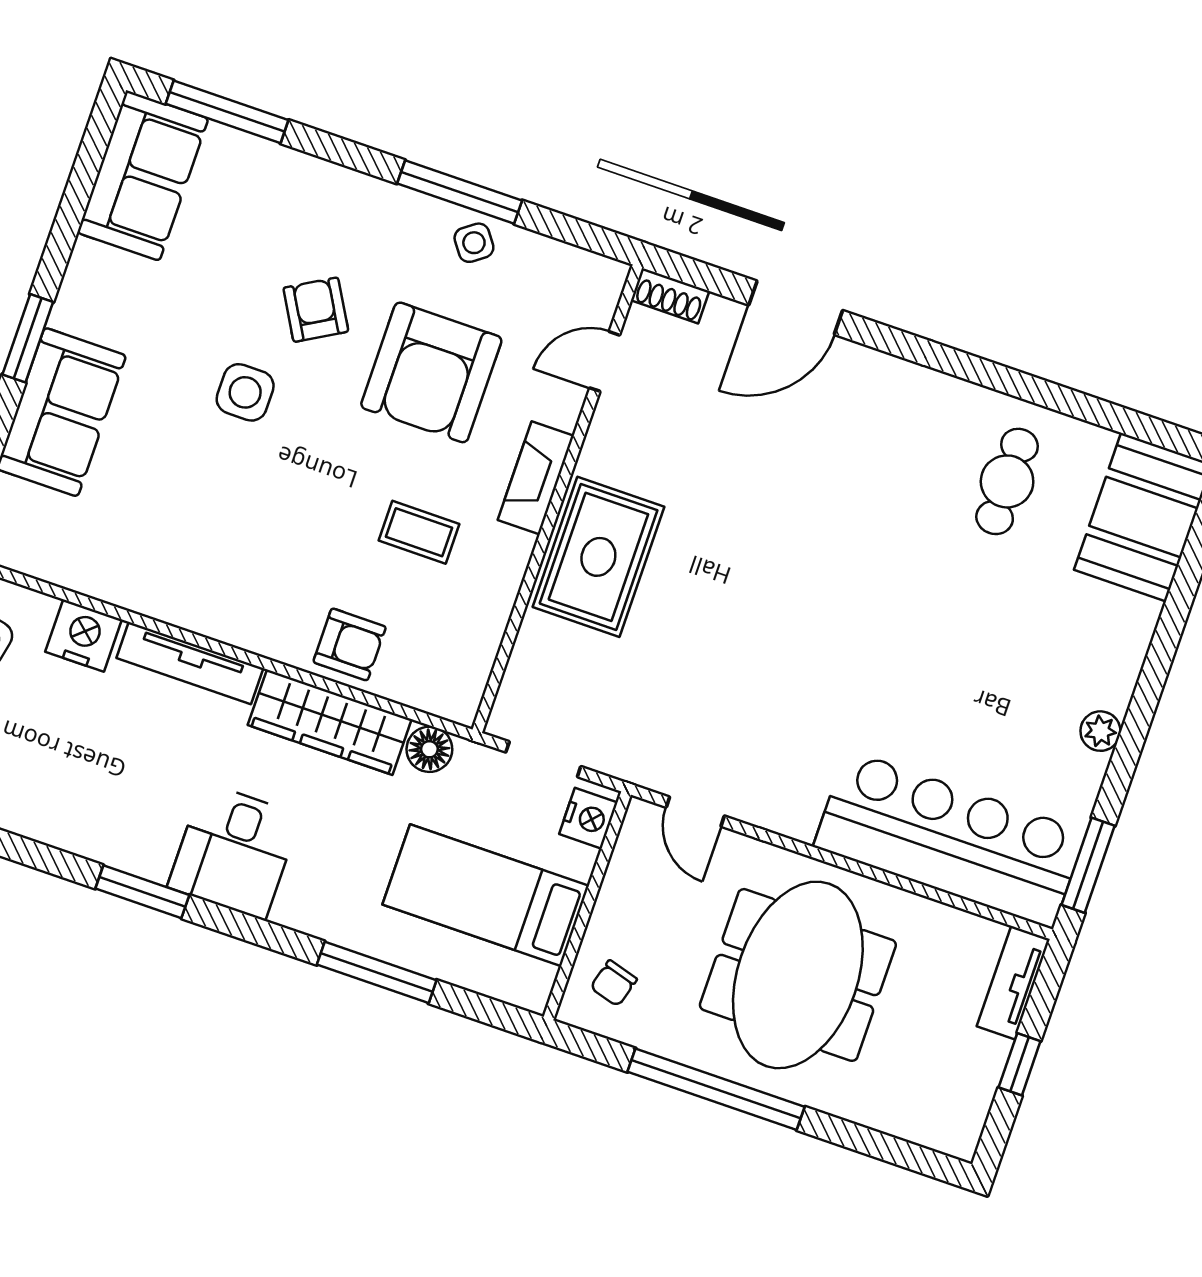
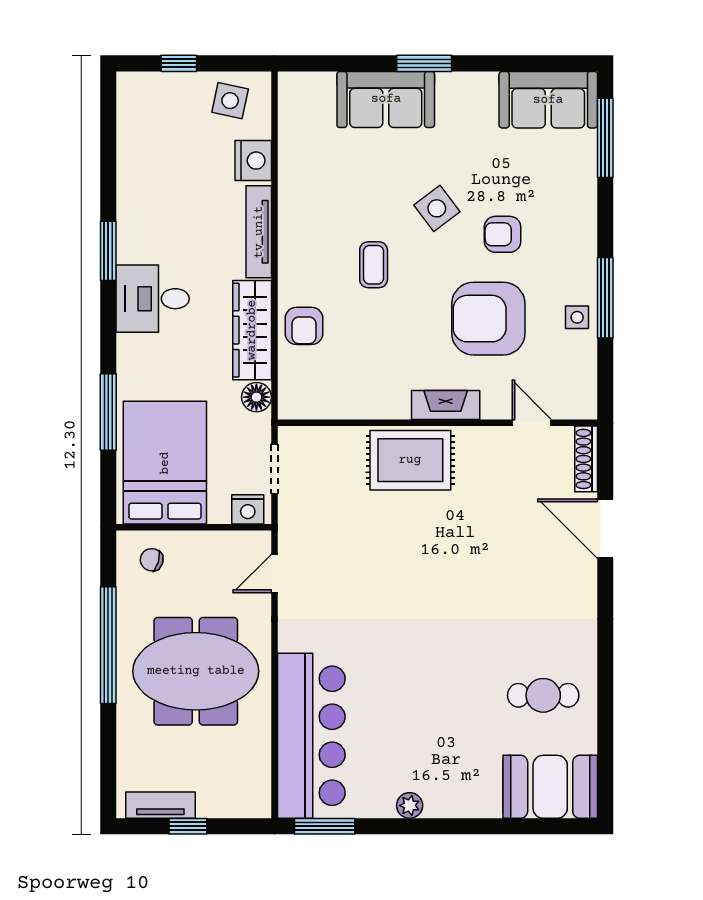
side table: (474, 243) -> (577, 317), turned 36
shoe rack: (670, 296) -> (586, 459), width x1.43
armchair: (316, 310) -> (503, 234), turned -150
side table: (245, 392) -> (437, 208), turned -37
coffee table: (419, 532) -> (374, 265), moved
bed: (486, 895) -> (165, 463), width x1.50
tv unit: (1013, 983) -> (160, 805), moved

